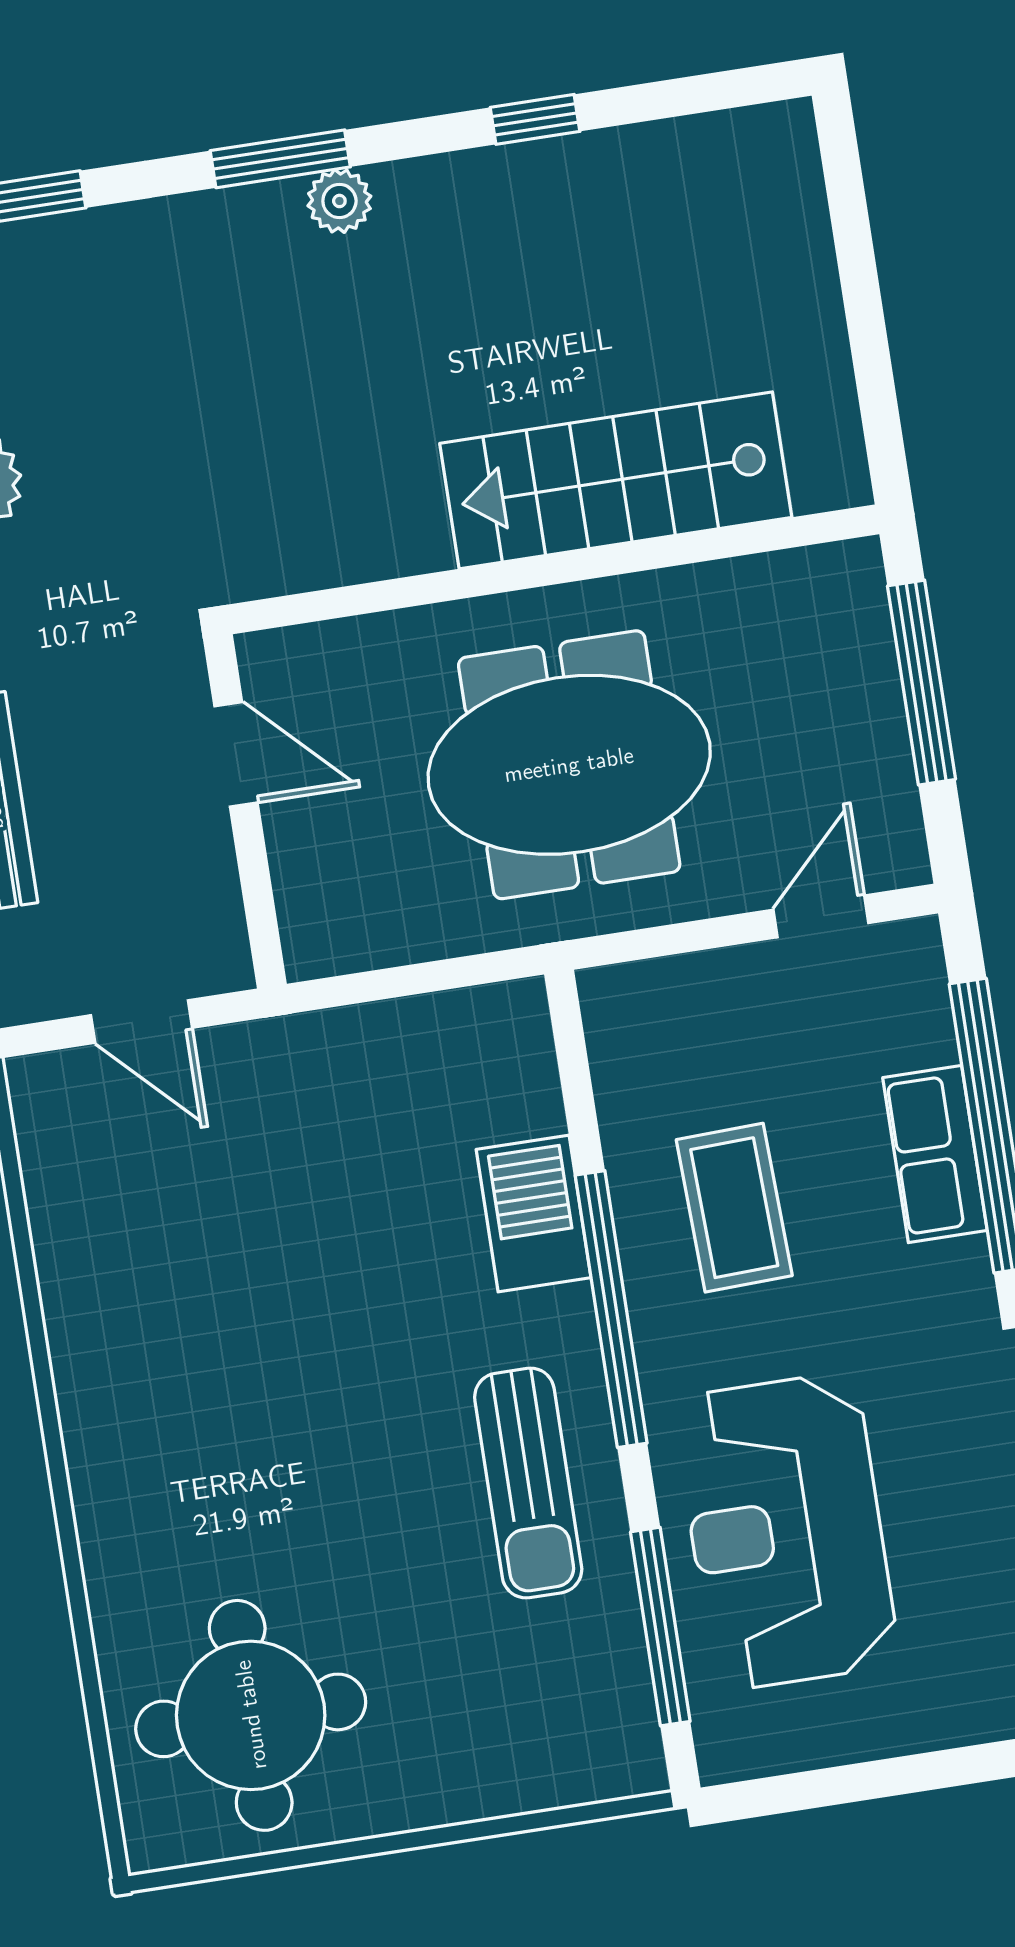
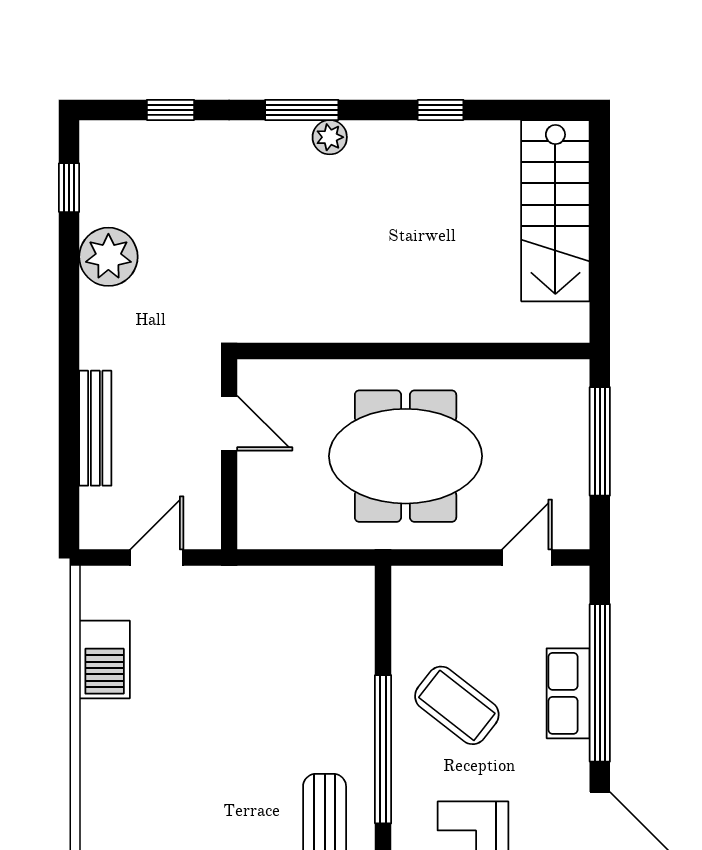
stairs: (616, 480) -> (555, 211), moved, turned -90
door: (142, 1022) -> (157, 558), swing flipped
coffee table: (734, 1208) -> (457, 705), turned -50
barbecue: (534, 1213) -> (105, 660), moved, turned 180

